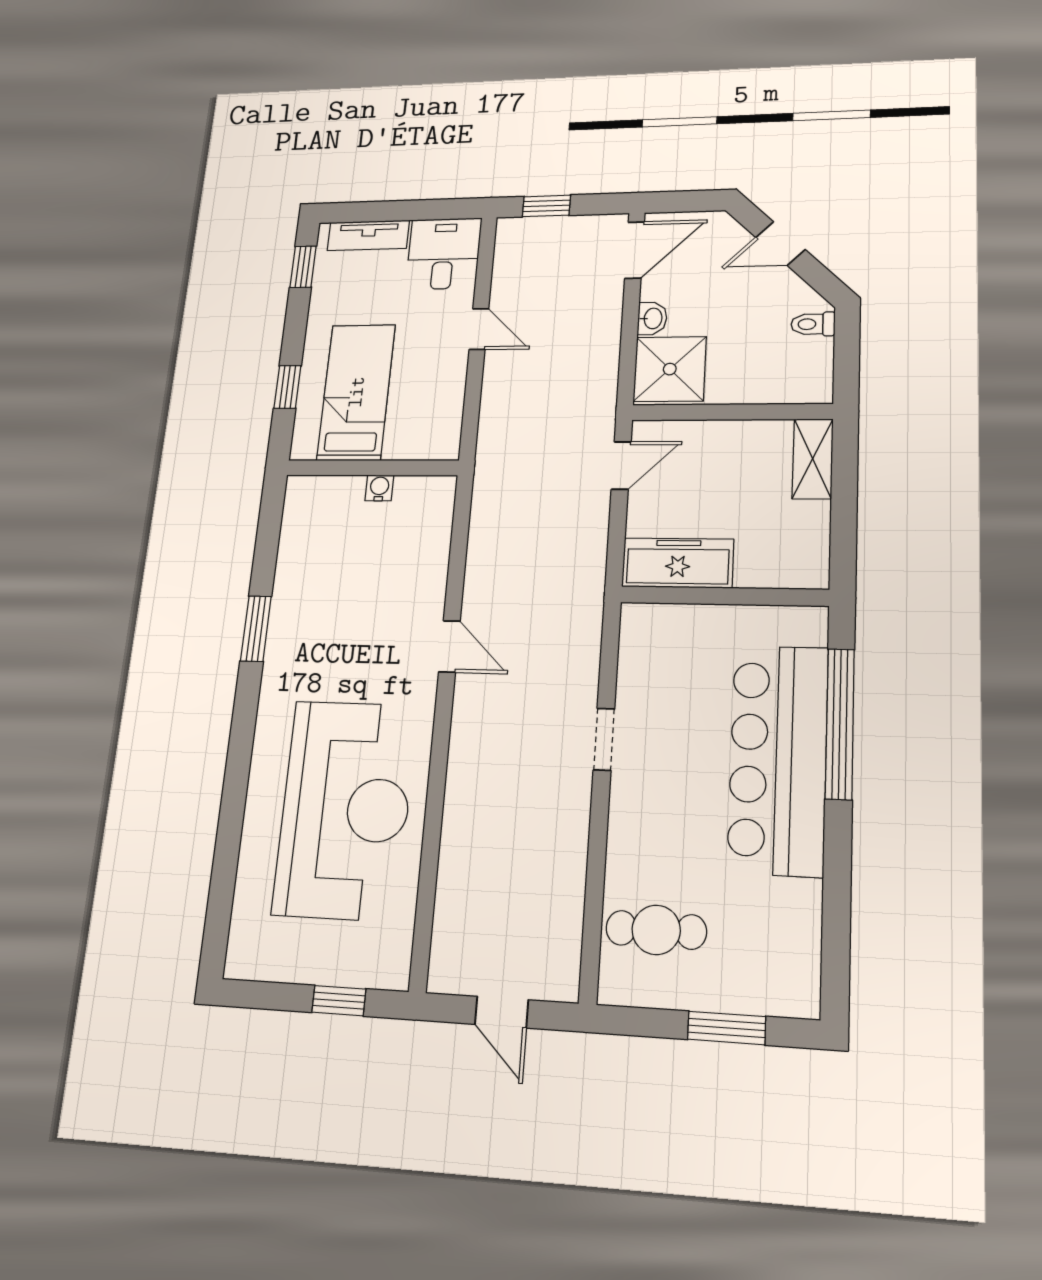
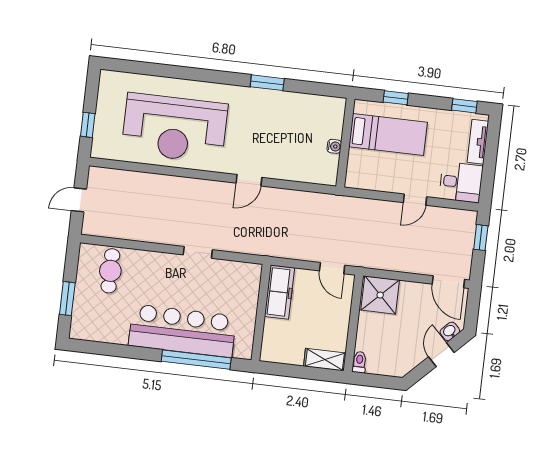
washbasin: (652, 318) -> (450, 331), moved, turned 135
toilet: (813, 324) -> (359, 362), moved

